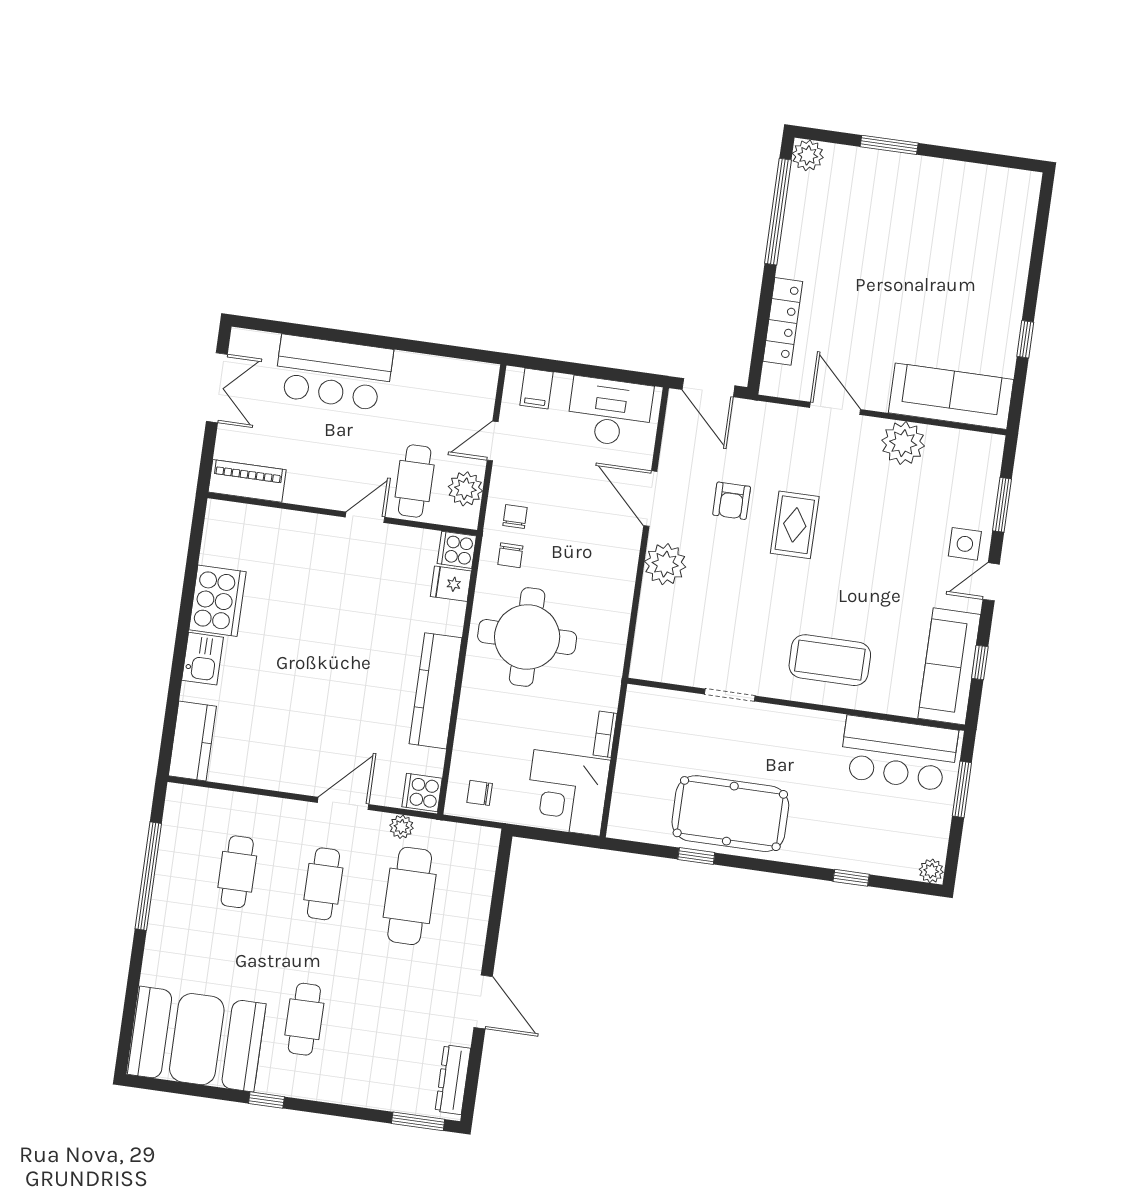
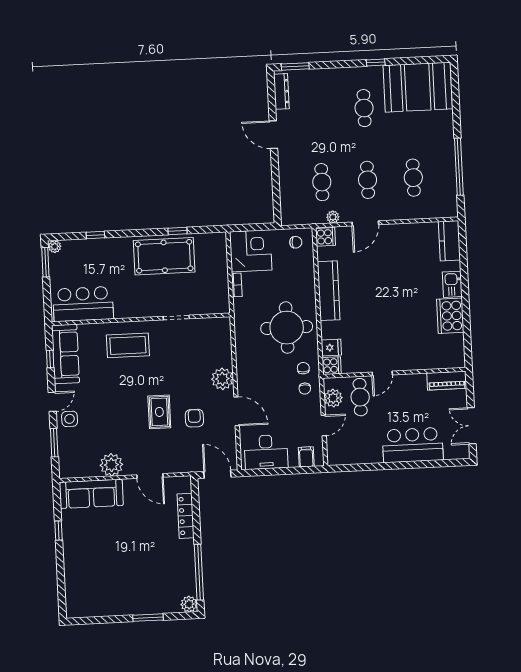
window: (962, 789) -> (45, 262), moved
cafe table: (410, 896) -> (322, 182), width x0.73, depth x0.74

